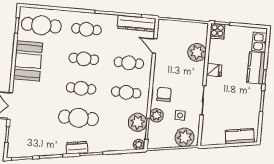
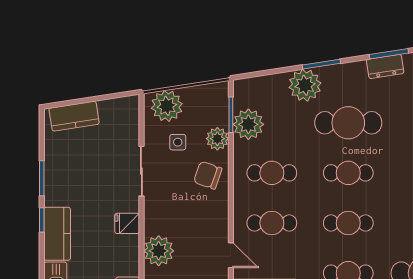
chair: (164, 94) -> (208, 175), turned 109
plant: (139, 145) -> (305, 85), moved, width x1.88, depth x1.88
dresser: (77, 148) -> (385, 66), moved

